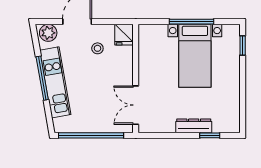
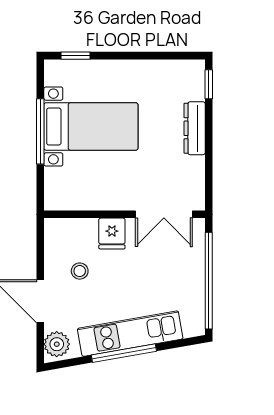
fridge: (124, 35) -> (112, 234), moved, turned 90
window: (210, 135) -> (209, 84), moved

